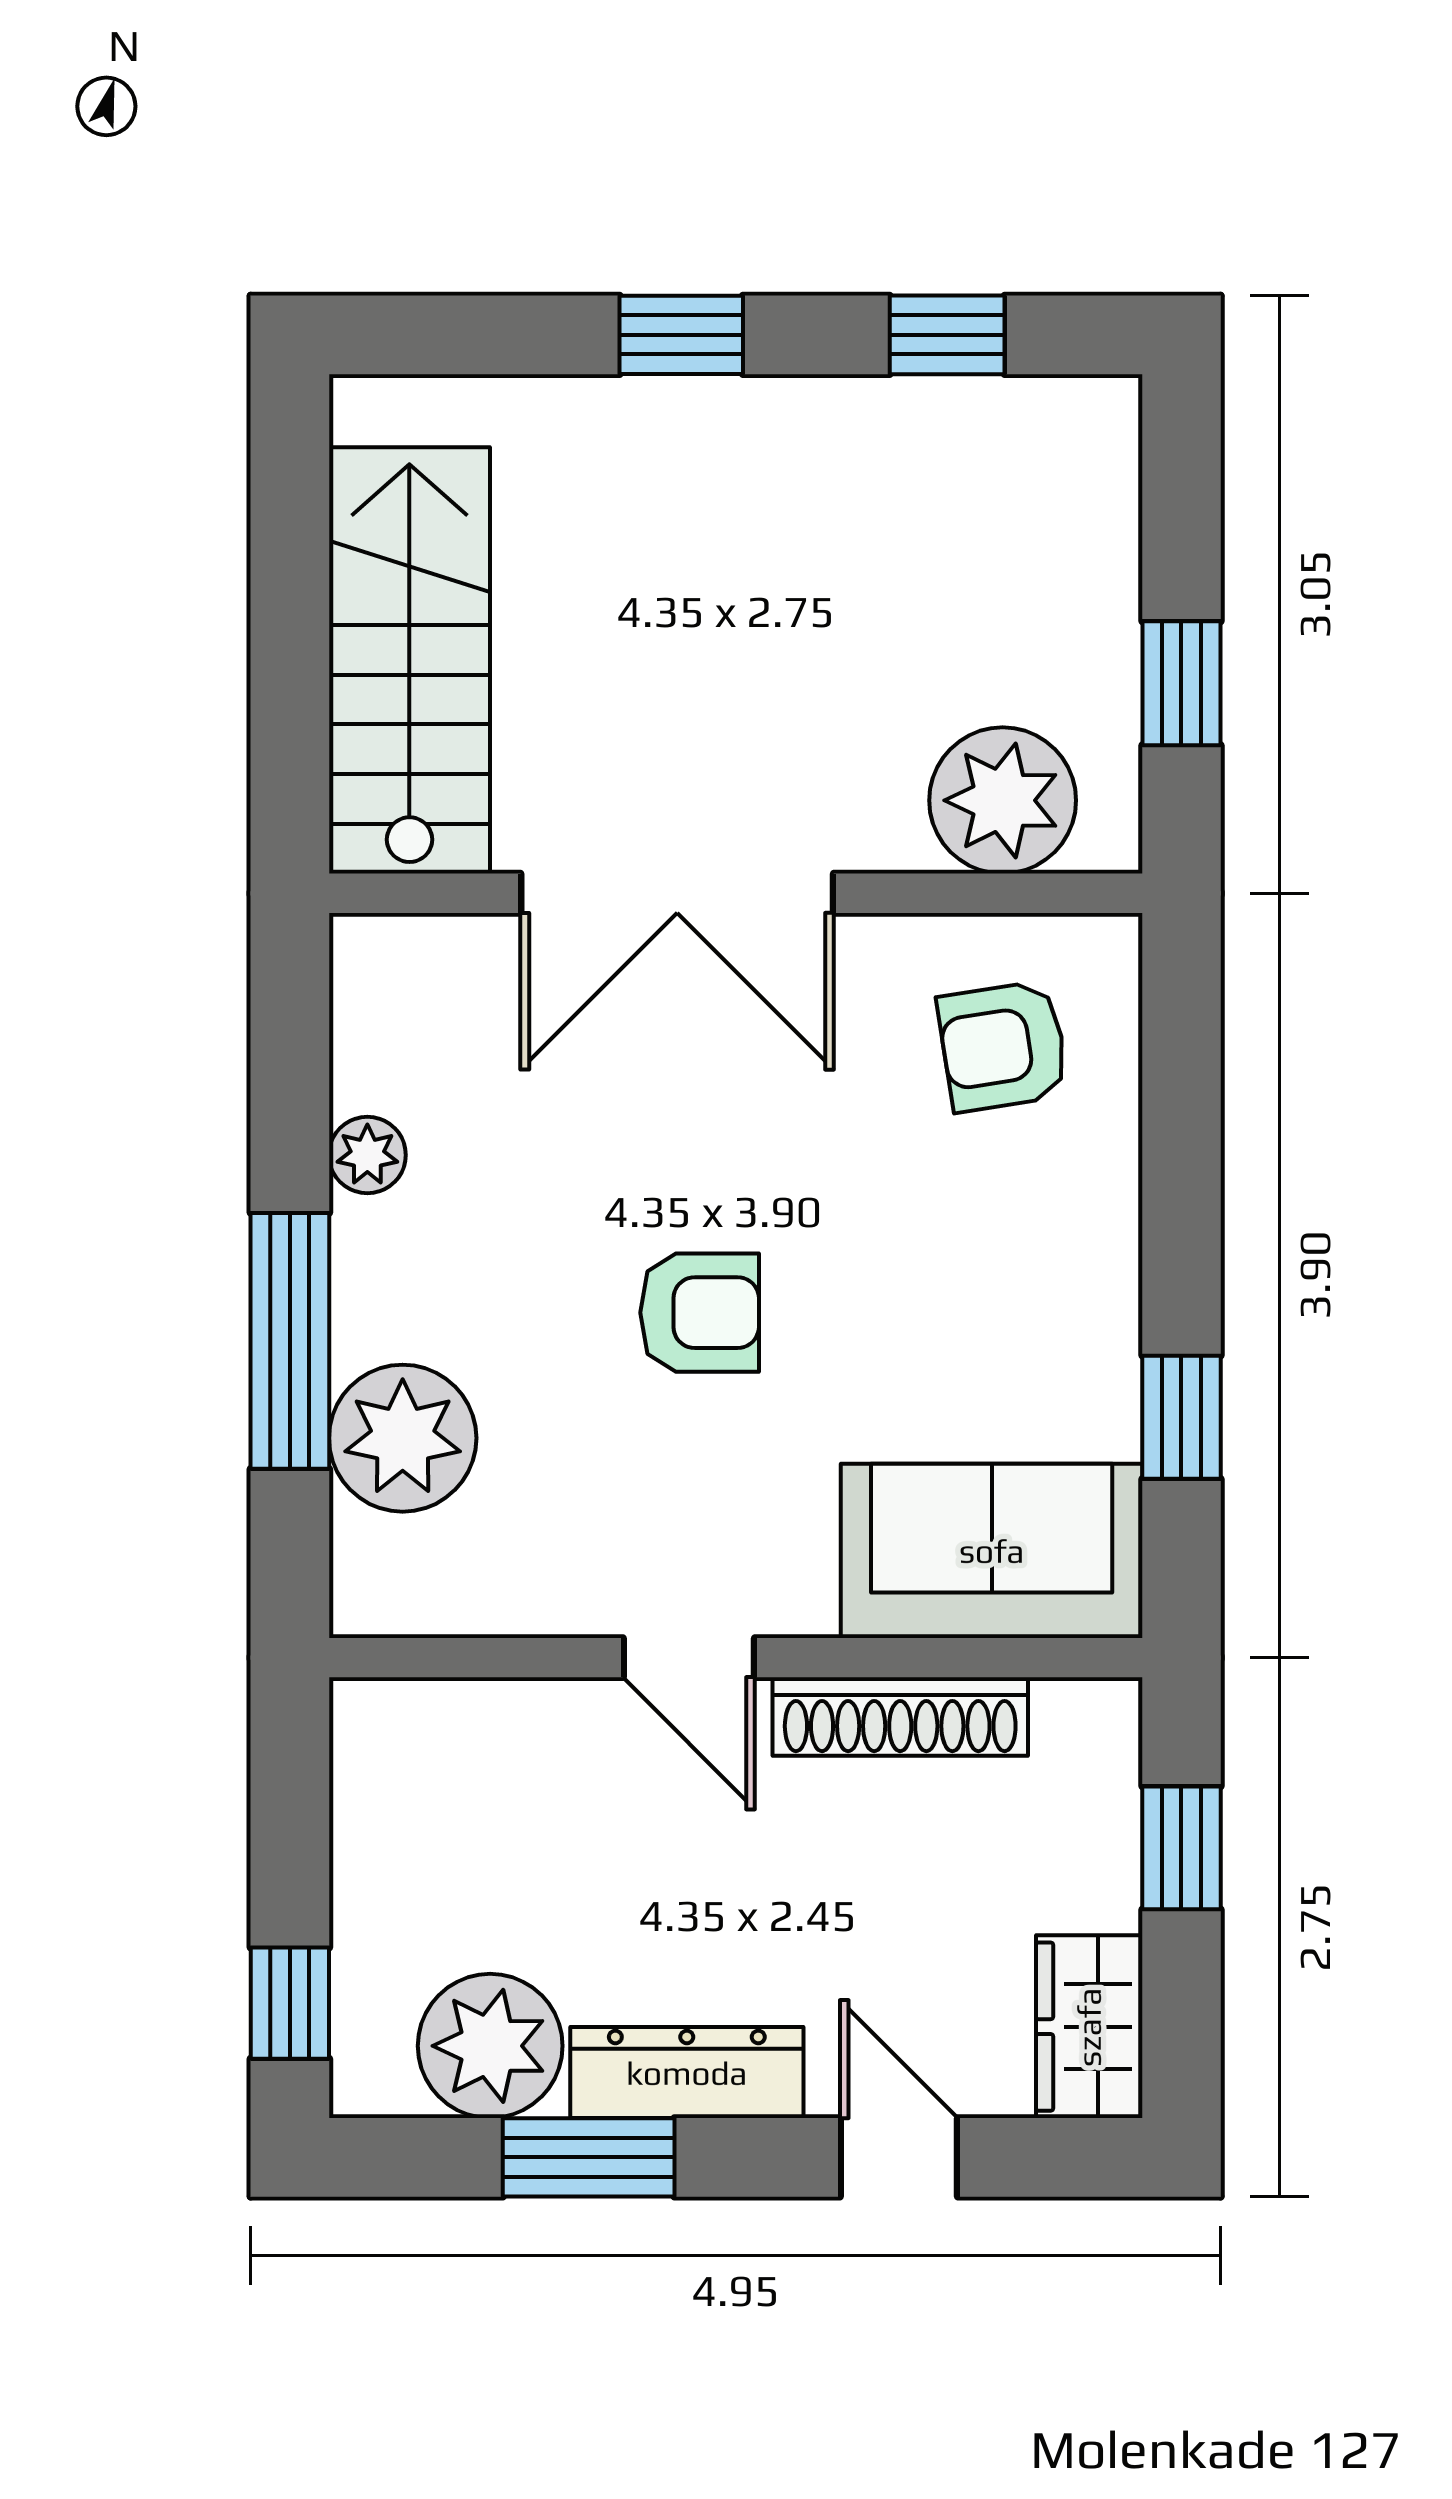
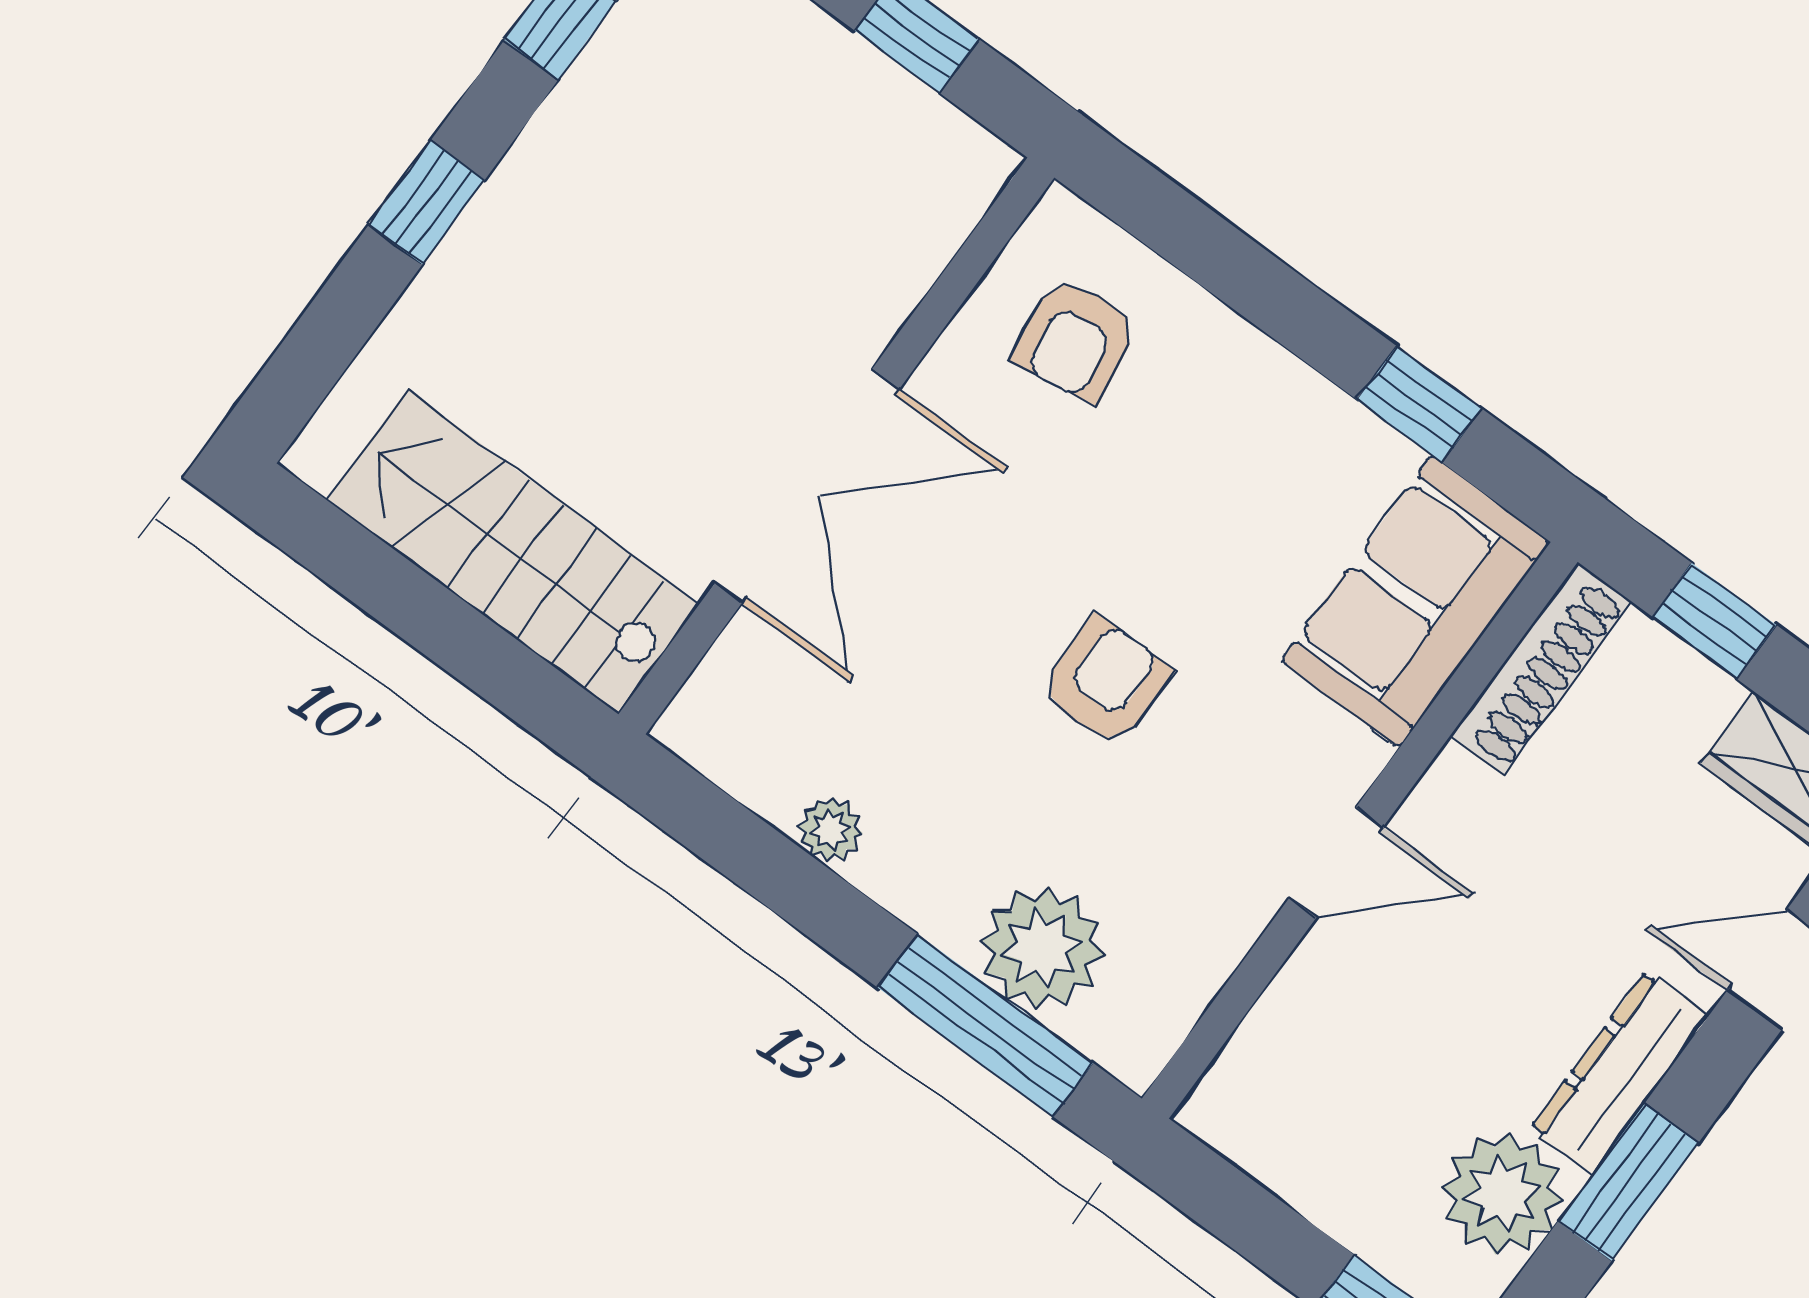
plant: (1003, 800) -> (907, 216), removed
window: (290, 1341) -> (986, 1025), moved
shoe rack: (900, 1717) -> (1541, 669), moved

